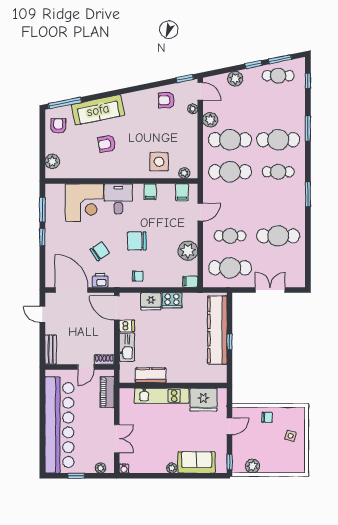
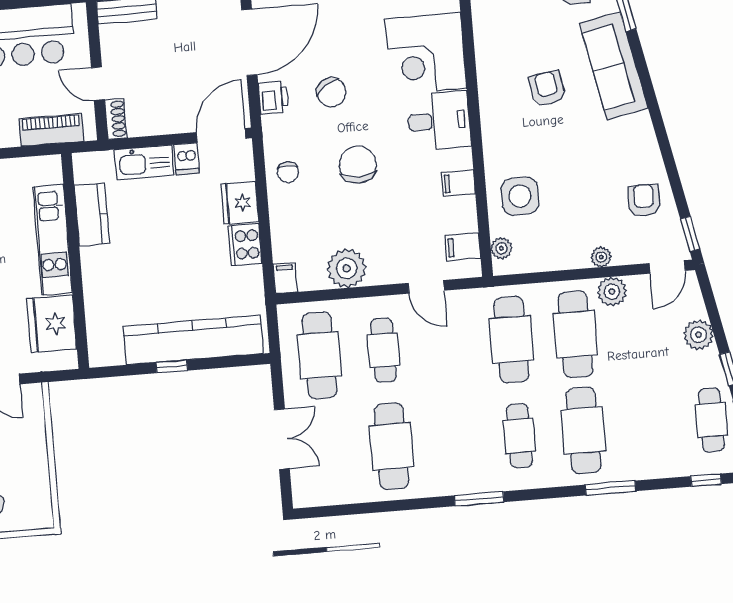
plant: (193, 109) -> (601, 257), moved
chair: (267, 417) -> (27, 454), removed

